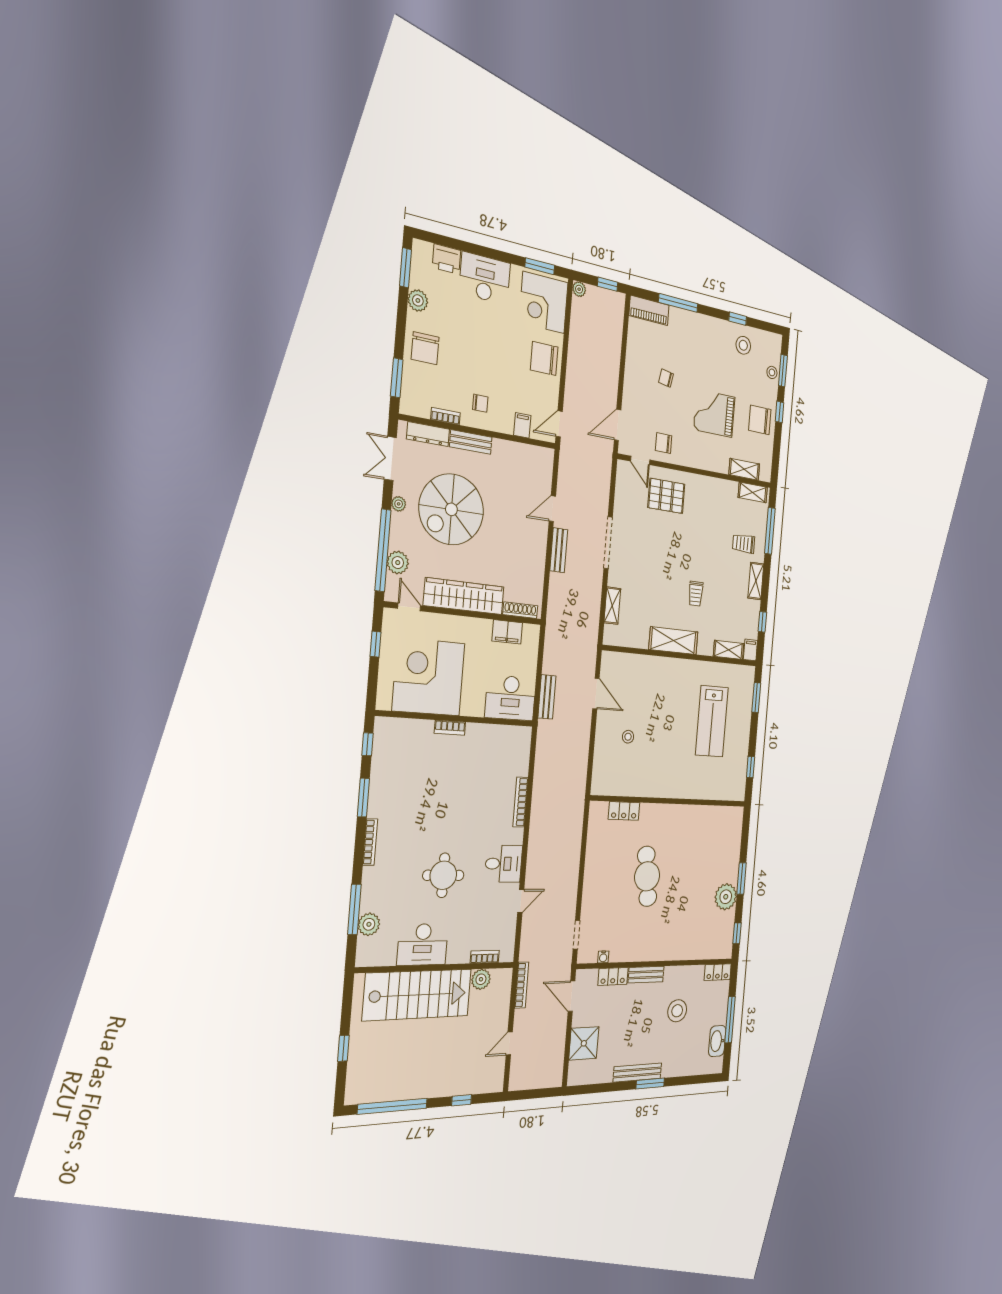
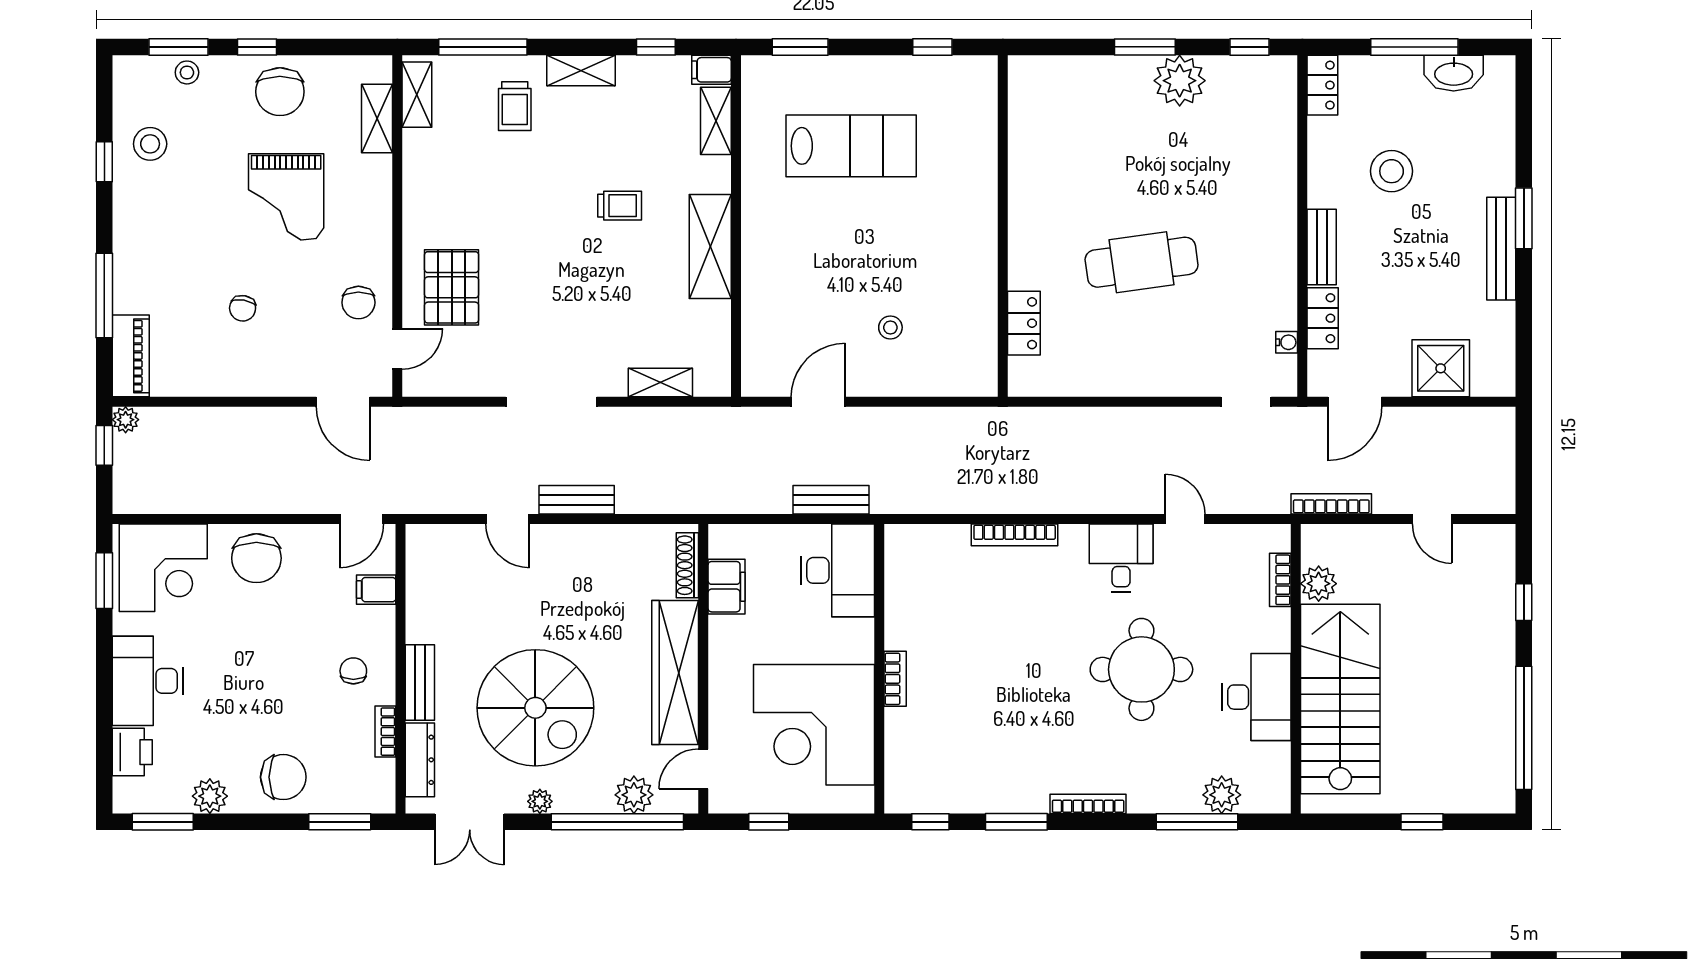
plant: (579, 289) -> (126, 420), moved
door: (559, 424) -> (362, 519), hinge flipped
round table: (443, 875) -> (1141, 669), width x1.36, depth x1.36

